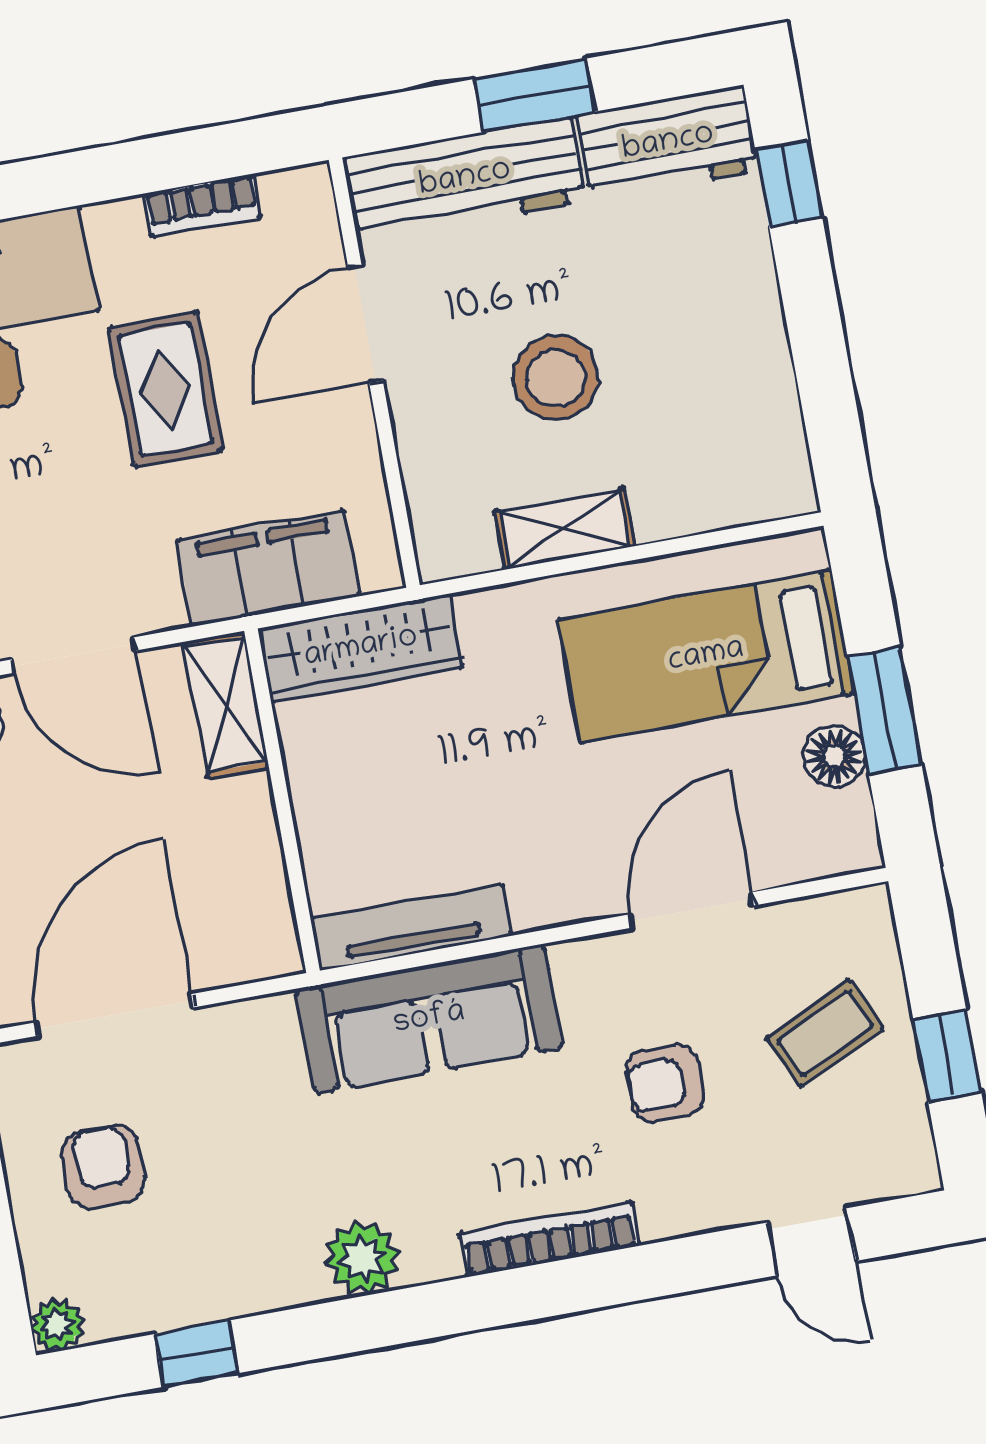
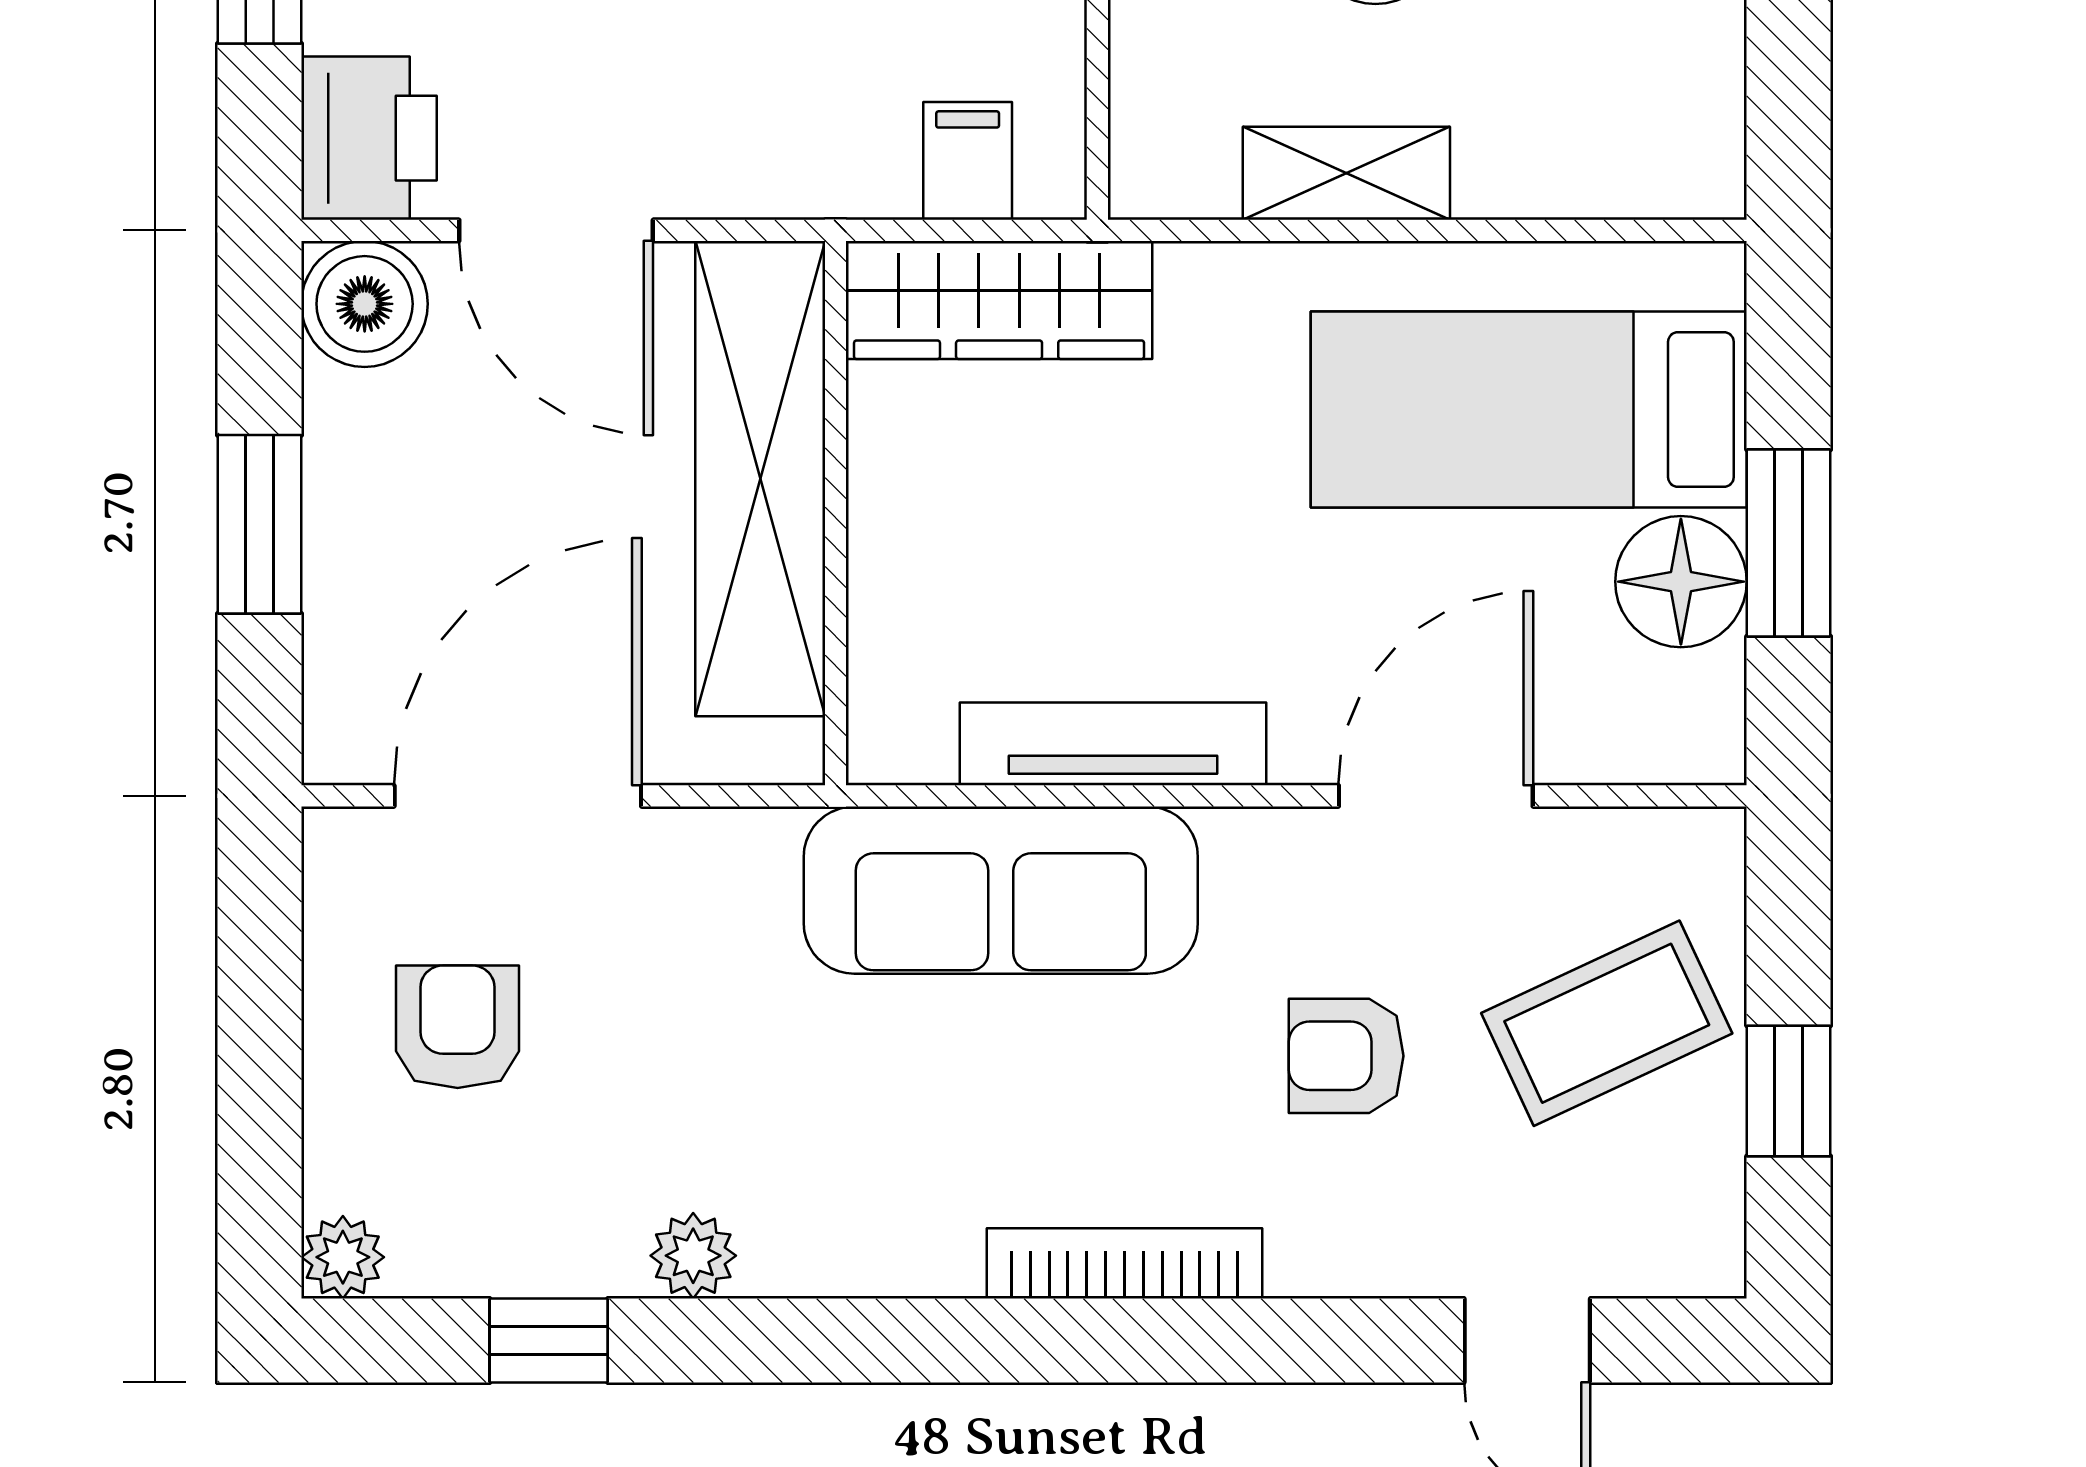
filing cabinet: (268, 568) -> (968, 161), width x0.33, depth x0.86
shelving: (226, 704) -> (760, 479), width x2.20, depth x1.33
floor lamp: (835, 756) -> (1681, 582), width x1.38, depth x1.38
tv unit: (411, 927) -> (1113, 744), moved
coffee table: (825, 1033) -> (1607, 1023), width x1.36, depth x1.30
plant: (362, 1258) -> (693, 1256), moved, width x0.73, depth x0.73

